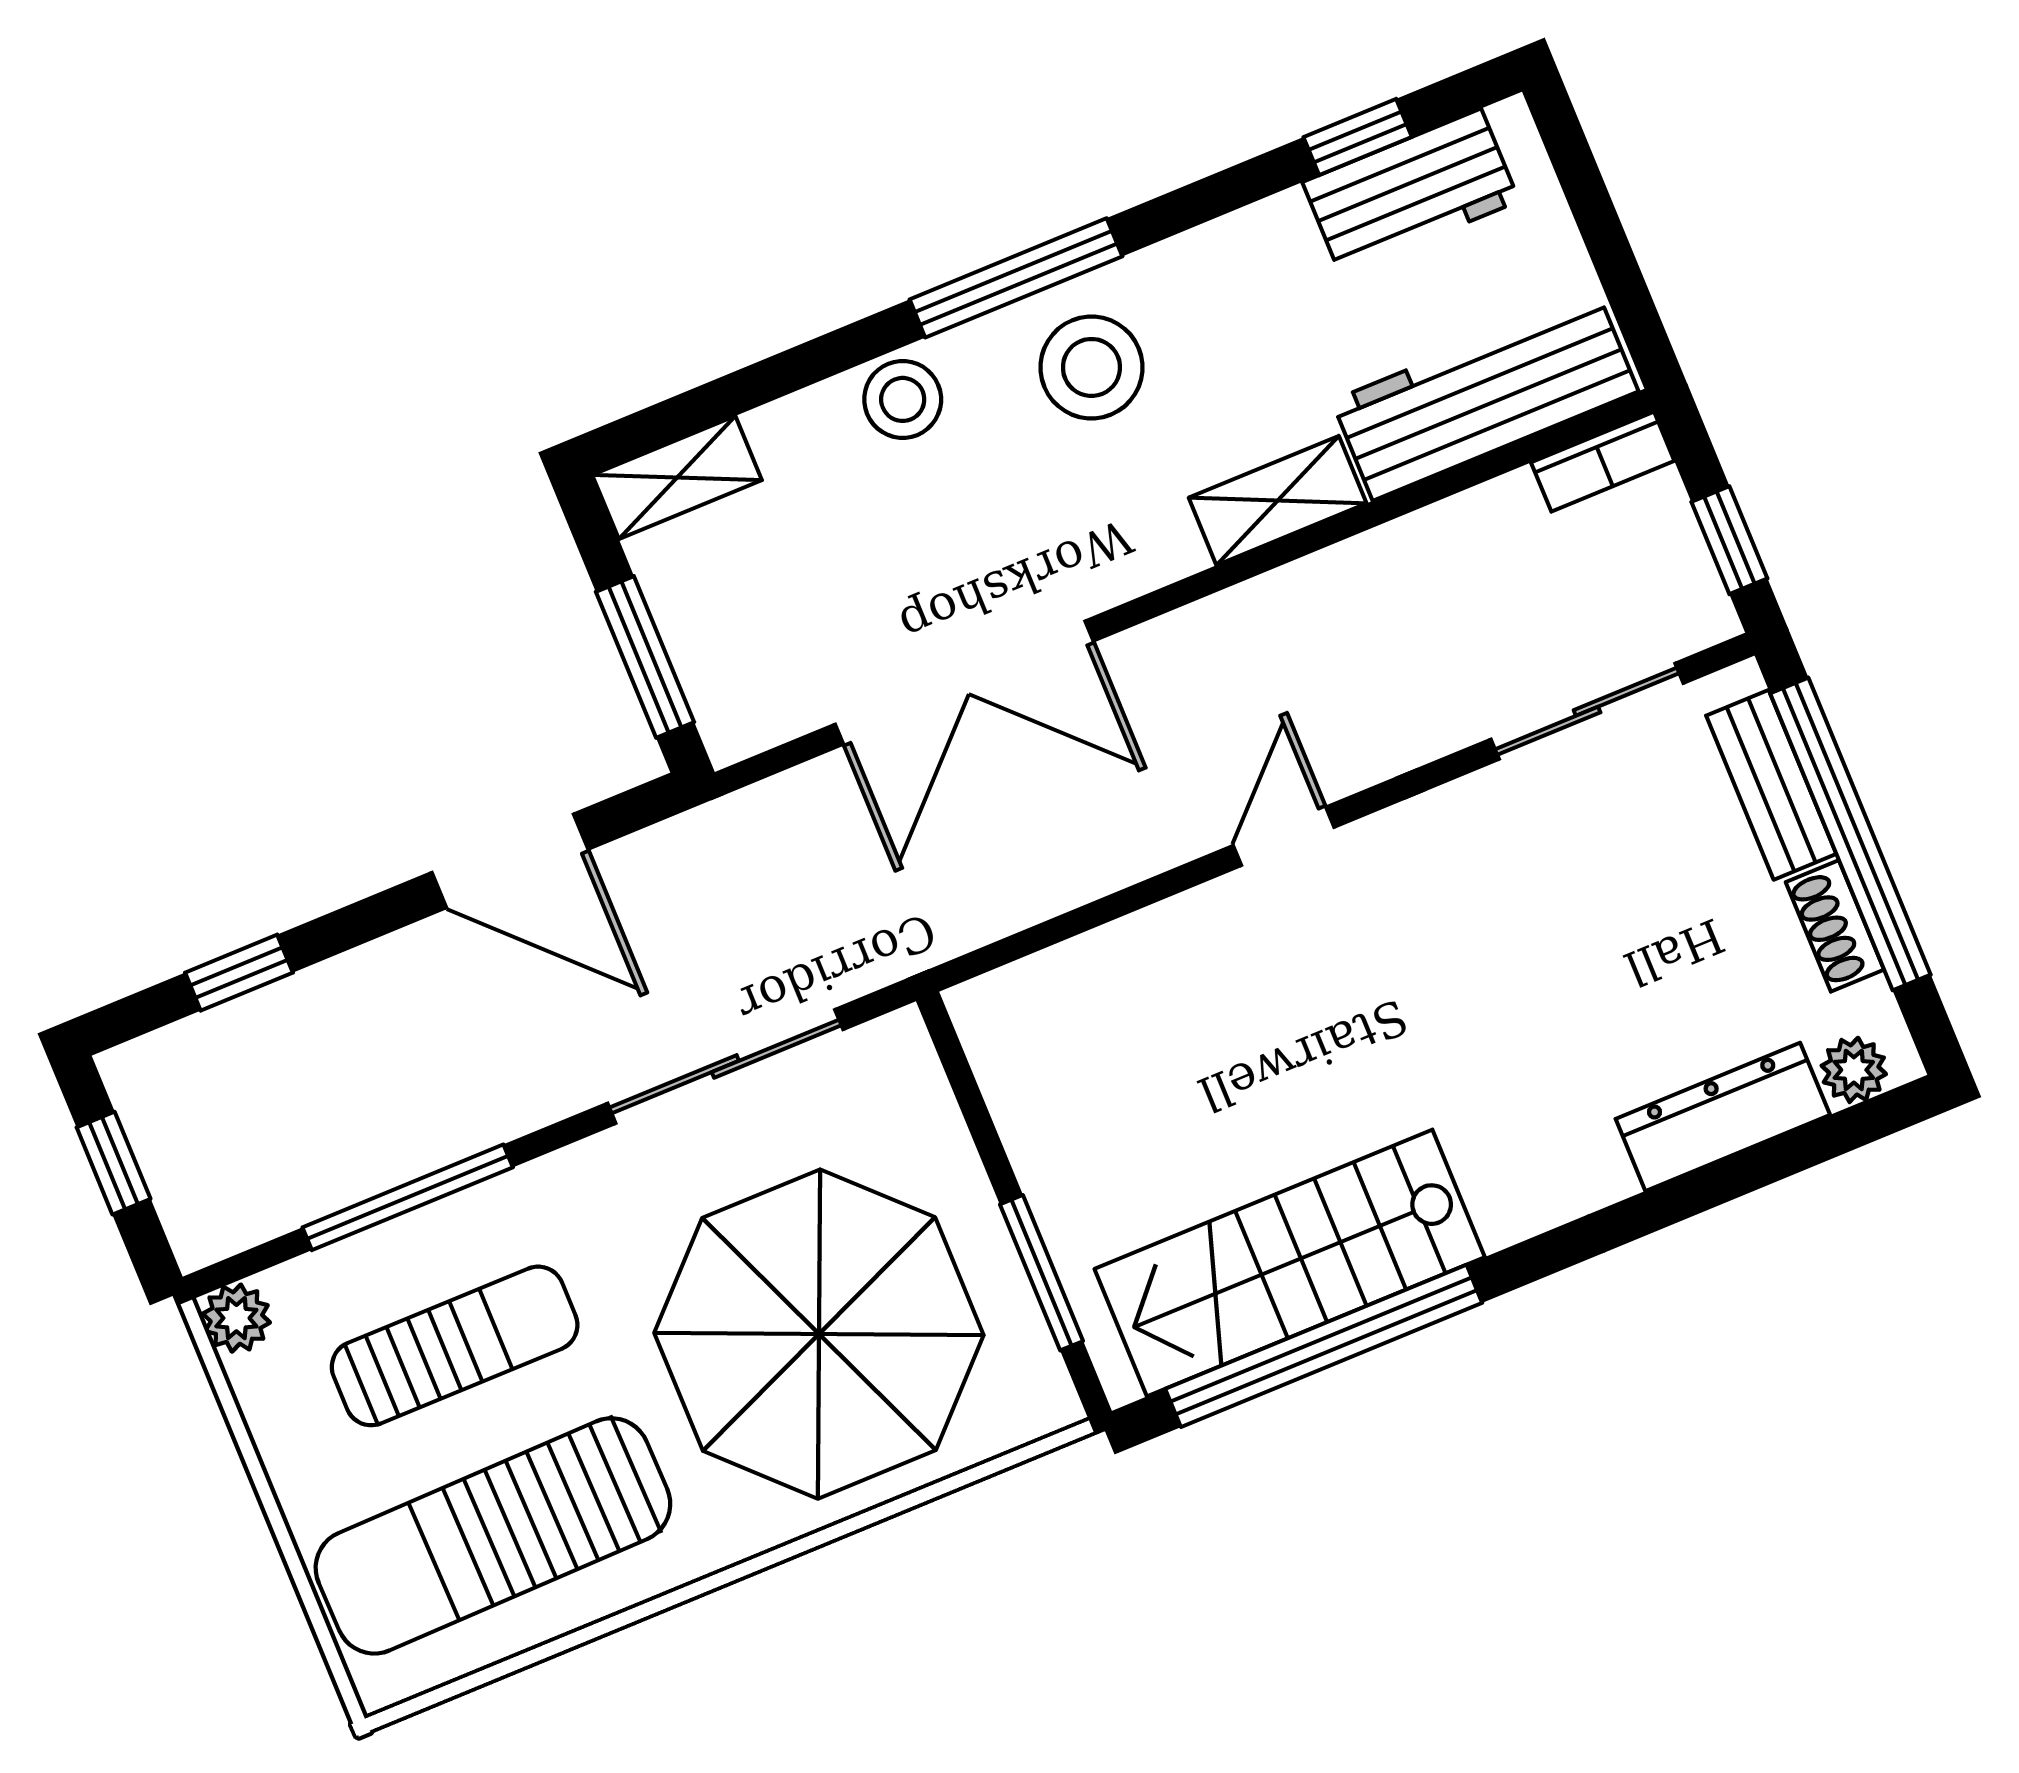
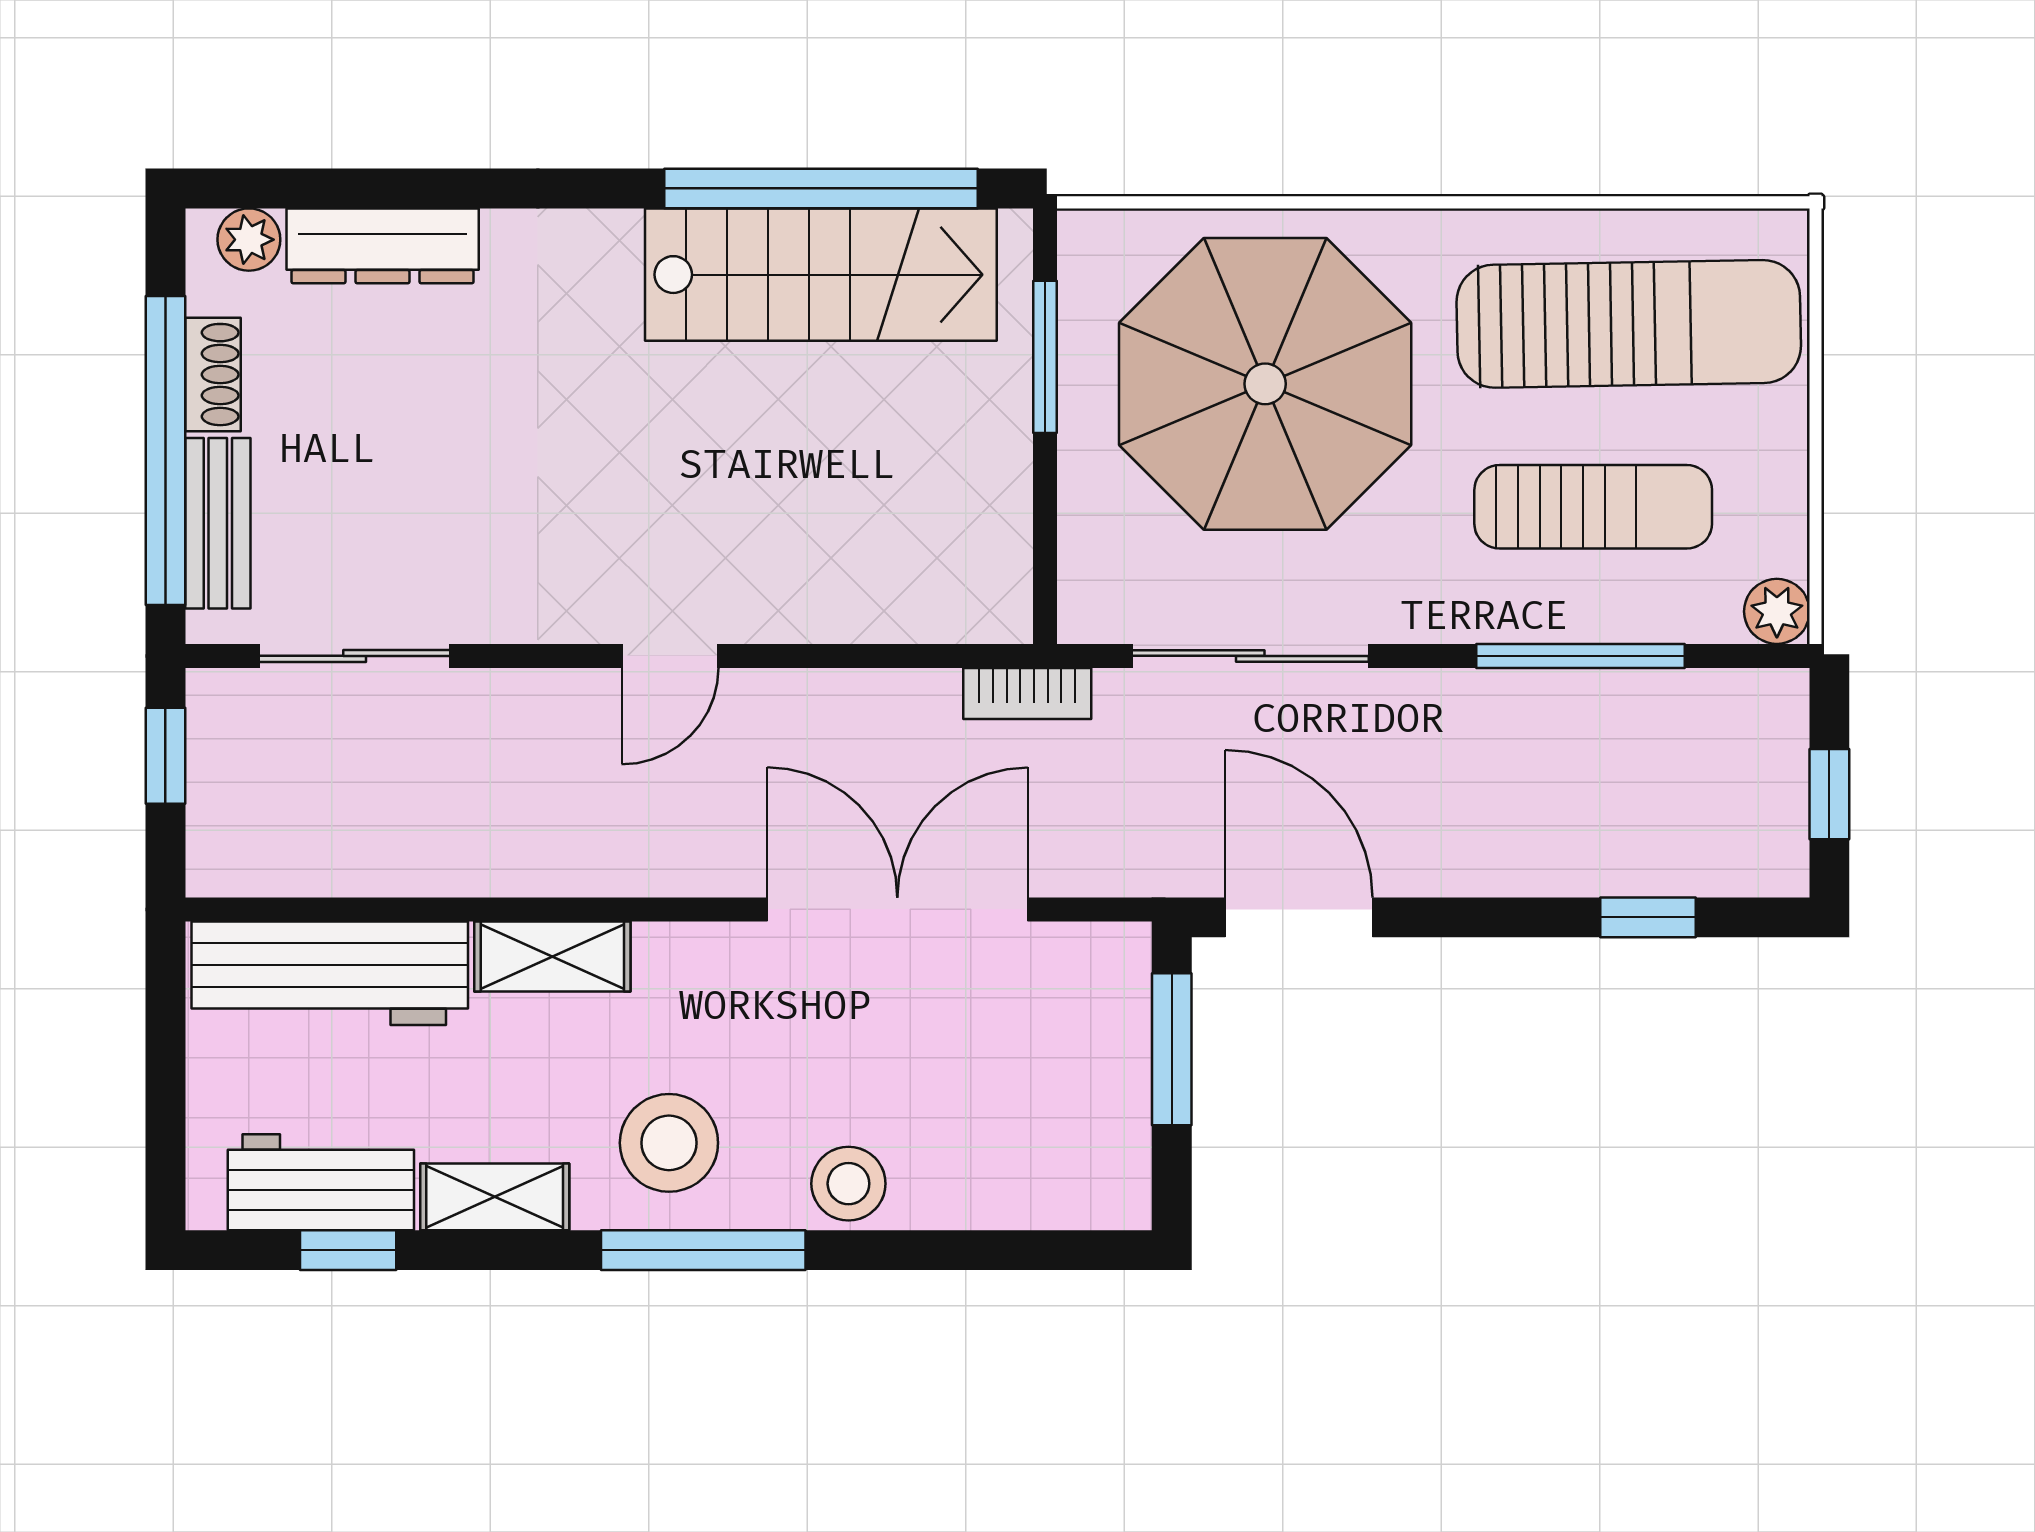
bookcase: (1603, 462) -> (1027, 693), moved, turned 180
shelving: (677, 478) -> (495, 1197), moved
door: (510, 861) -> (1299, 917), moved
sun lounger: (455, 1346) -> (1593, 507), turned 180

